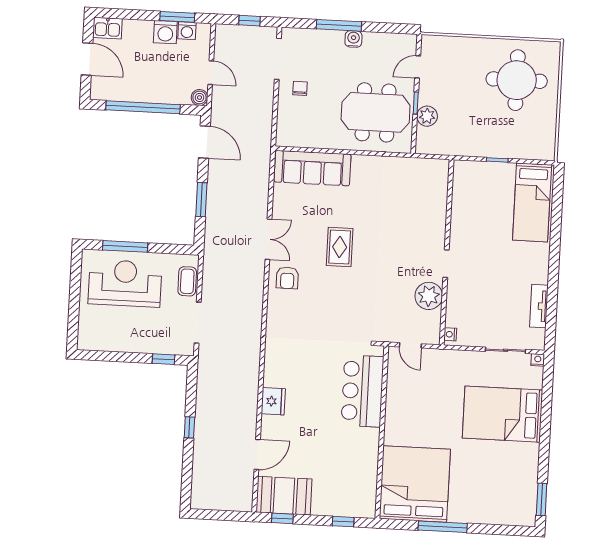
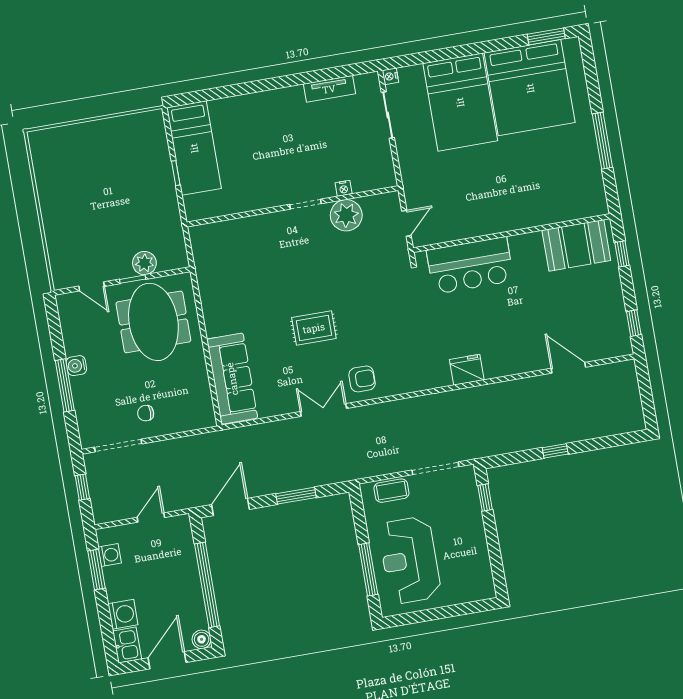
washing machine: (165, 32) -> (123, 614), moved
round table: (517, 80) -> (81, 172), removed
boiler: (199, 97) -> (202, 639), moved
bed: (532, 202) -> (194, 148), moved, turned 90
nightstand: (450, 334) -> (344, 188), moved
fridge: (273, 401) -> (467, 370), moved
bed: (415, 484) -> (530, 88), moved, turned -90
booth: (284, 496) -> (576, 245), moved, turned 90

